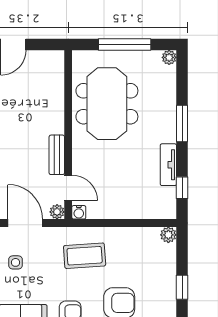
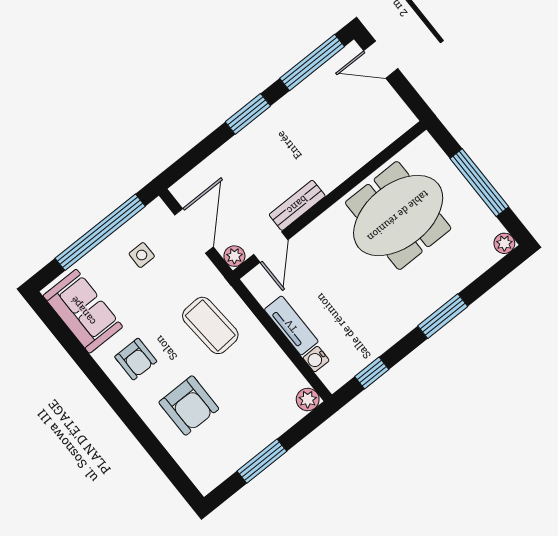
tv unit: (168, 165) -> (291, 326), moved, turned 90
water cooler: (79, 212) -> (316, 359), moved
window: (182, 287) -> (262, 461), width x1.50

